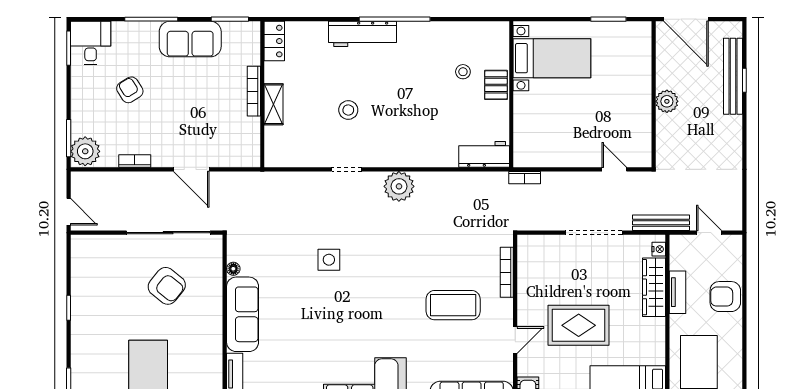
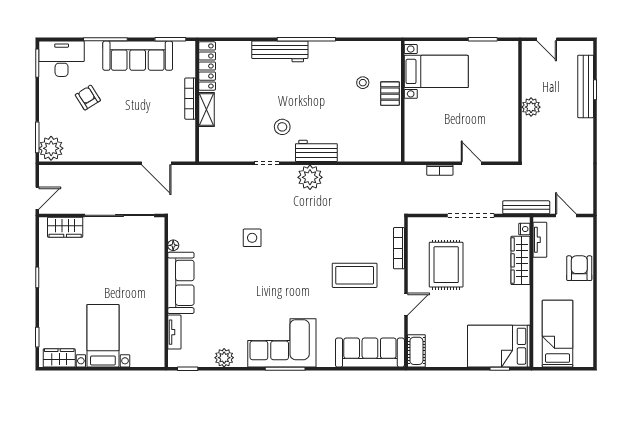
door: (686, 19) -> (547, 39), width x0.53
sofa: (190, 39) -> (138, 56), width x1.36
locker: (274, 41) -> (207, 66), width x1.53
desk: (91, 43) -> (62, 59), width x1.37
stool: (348, 110) -> (282, 127), moved
workbench: (484, 154) -> (316, 151), moved
bookcase: (135, 161) -> (92, 156), removed
door: (191, 169) -> (156, 163), moved
door: (614, 169) -> (471, 163), moved
bookcase: (525, 178) -> (440, 170), moved
door: (69, 212) -> (37, 198), hinge flipped
wardrobe: (102, 247) -> (65, 227), added
armchair: (167, 286) -> (118, 259), removed
tv unit: (678, 292) -> (540, 240), moved
armchair: (725, 297) -> (579, 268), turned 90
rug: (579, 325) -> (446, 265), moved, turned 90

